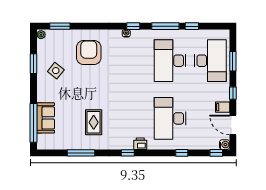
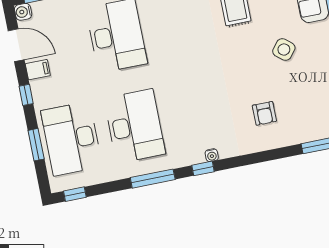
window: (192, 26) -> (75, 194), moved
armchair: (89, 53) -> (264, 113), width x0.53, depth x0.53
side table: (56, 71) -> (284, 50), moved

